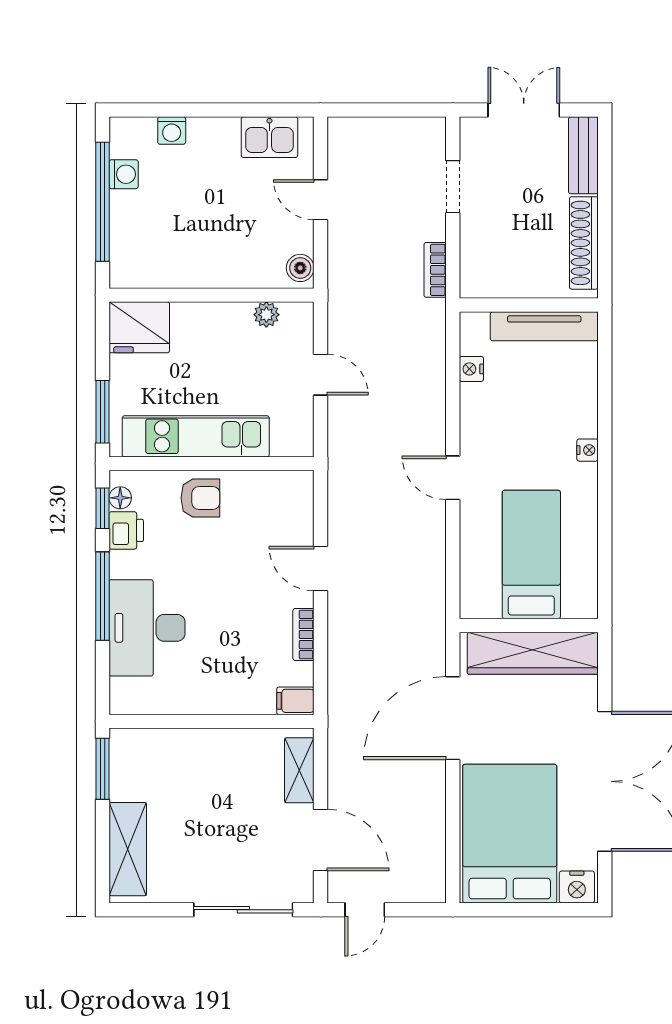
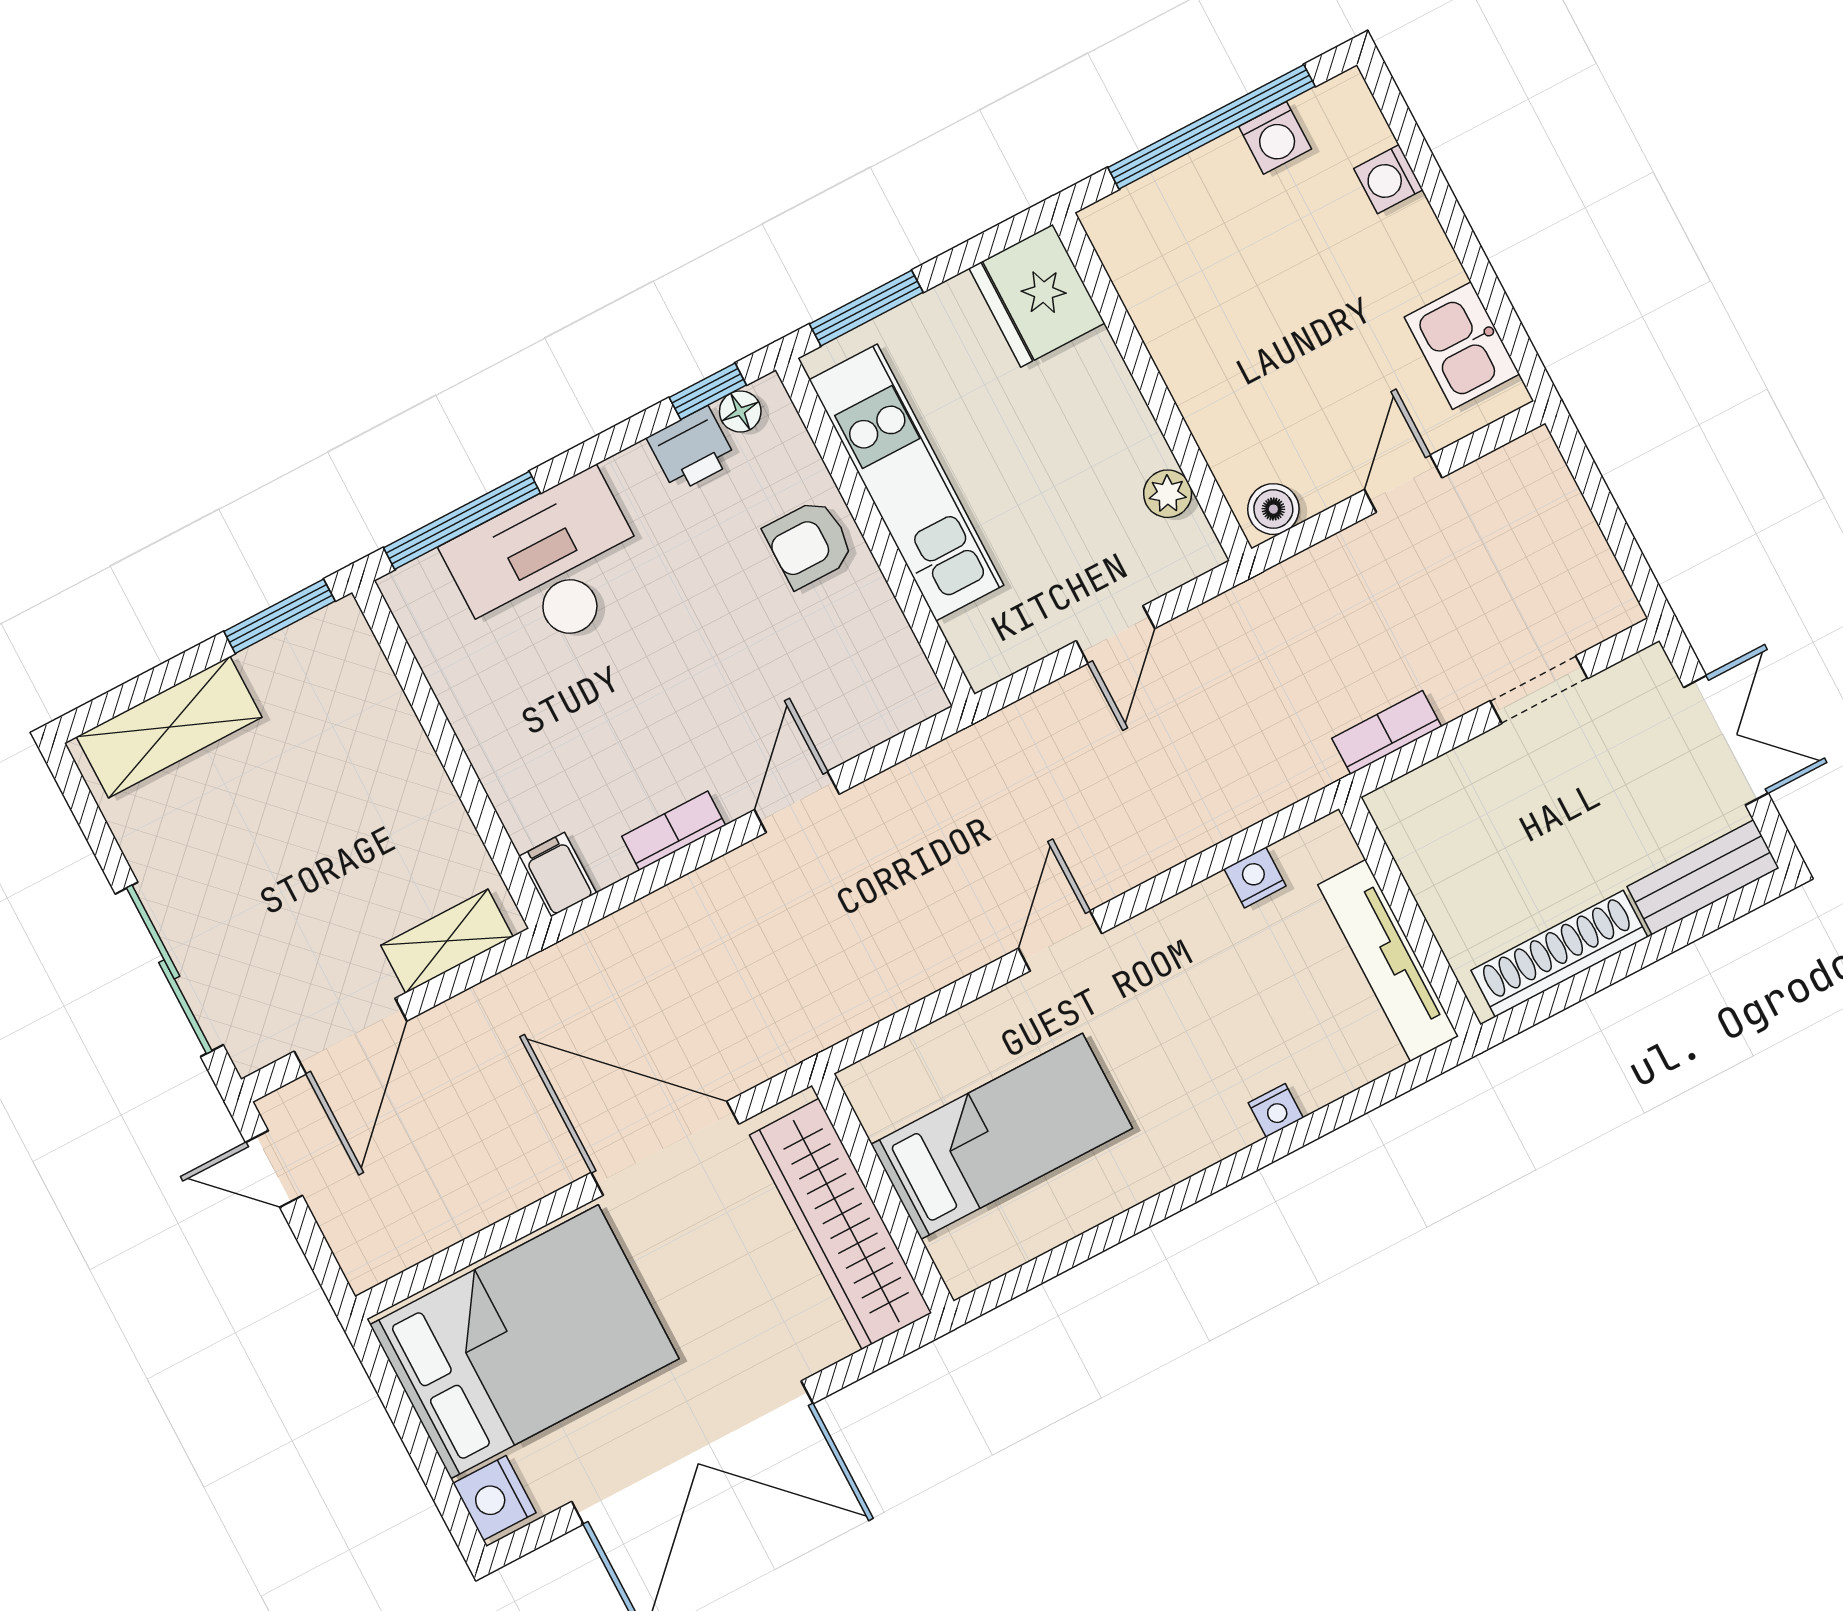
nightstand: (588, 450) -> (1276, 1110), moved
armchair: (200, 498) -> (809, 543), turned 90
window: (102, 596) -> (462, 520), moved

